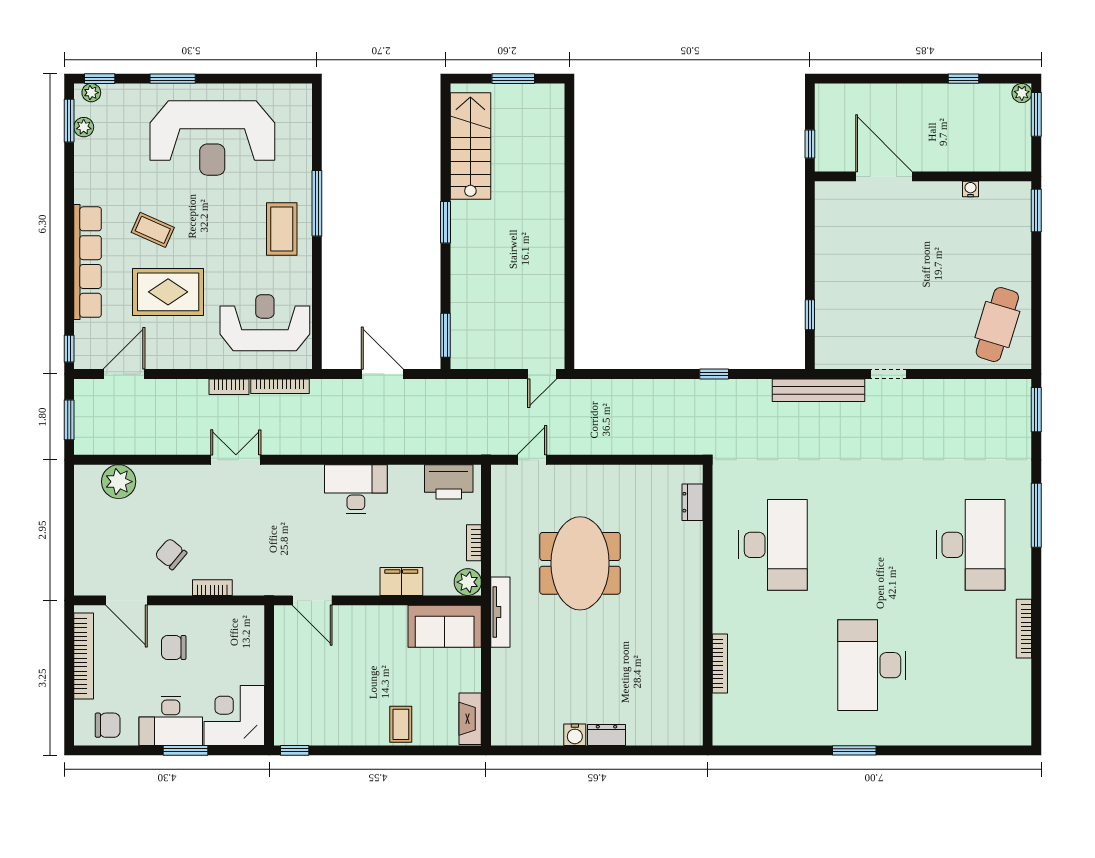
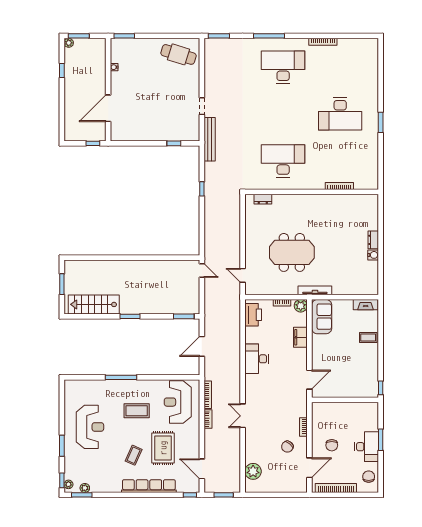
reception desk: (212, 138) -> (90, 427), width x0.74, depth x0.77
coffee table: (282, 229) -> (137, 411), moved
corner desk: (234, 715) -> (364, 416), removed

